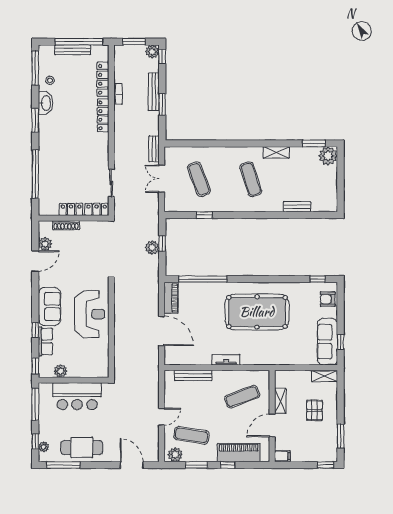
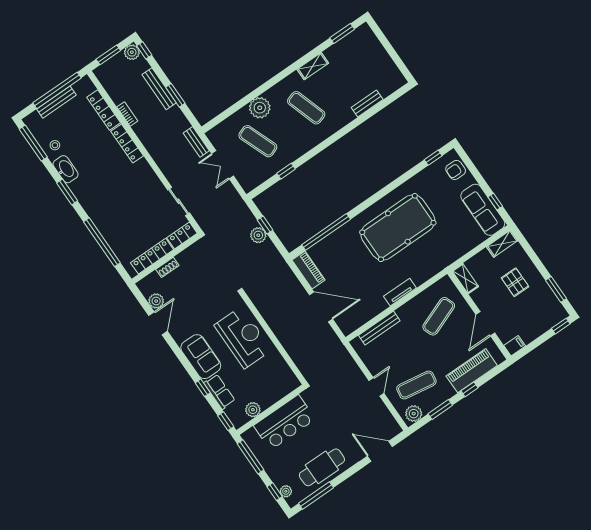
plant: (328, 156) -> (260, 108), moved
locker: (71, 209) -> (152, 256), width x1.53
shoe rack: (66, 225) -> (167, 267), width x0.70
shelving: (280, 401) -> (465, 279), moved

